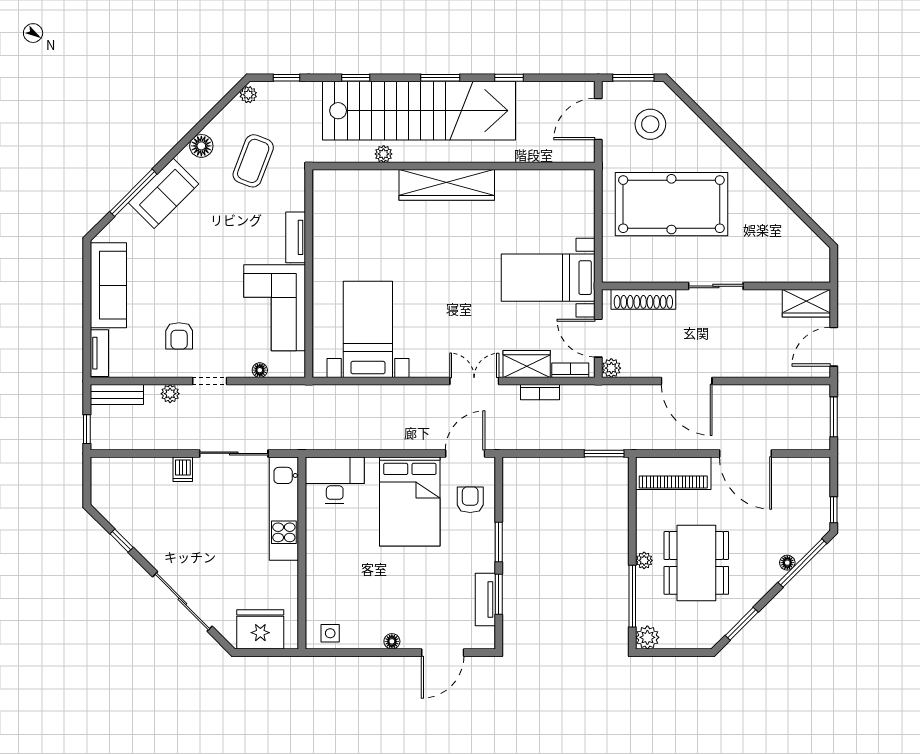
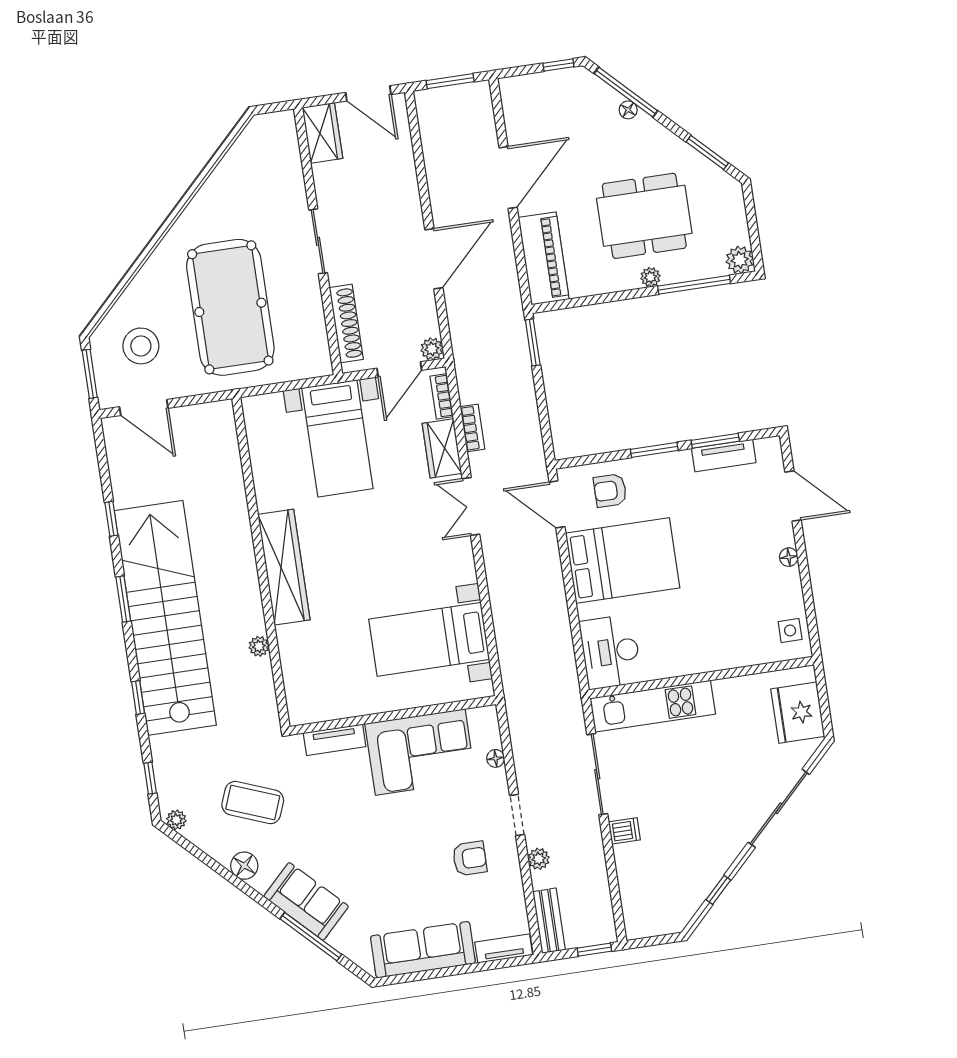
plant: (384, 154) -> (259, 646), moved
wall: (453, 166) -> (261, 563), moved
wardrobe: (447, 185) -> (284, 567), moved

